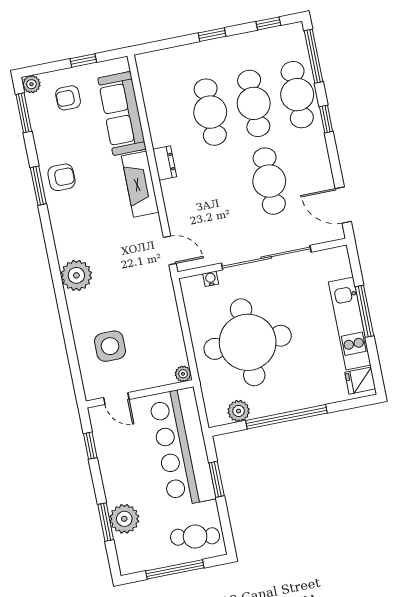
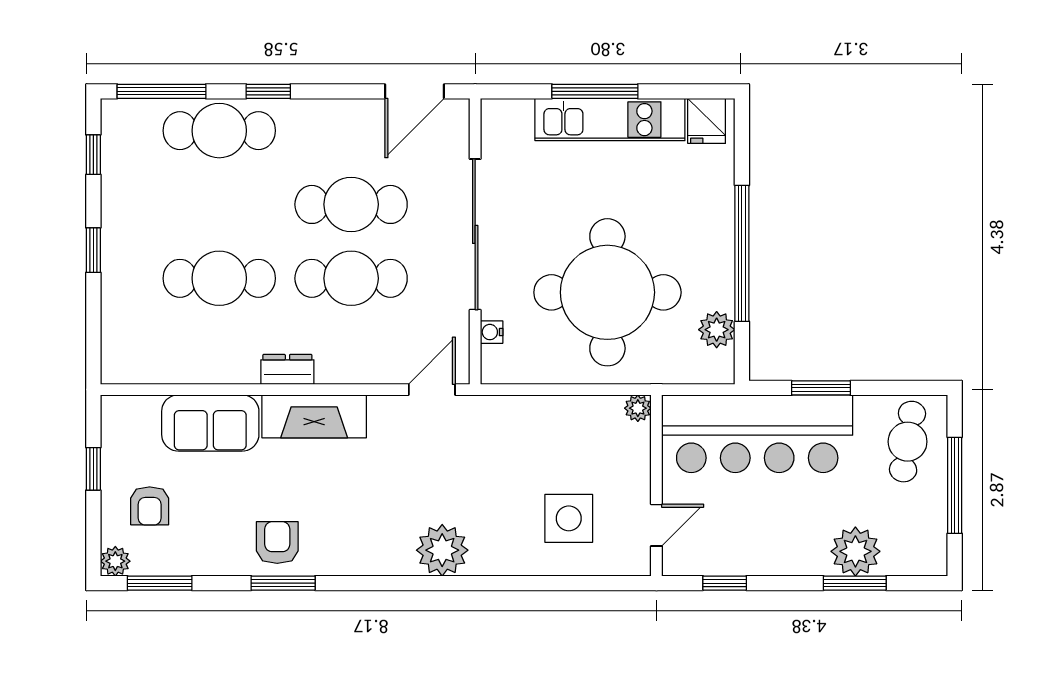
cafe table: (254, 103) -> (351, 278), moved
sofa: (122, 113) -> (210, 423), width x0.73

